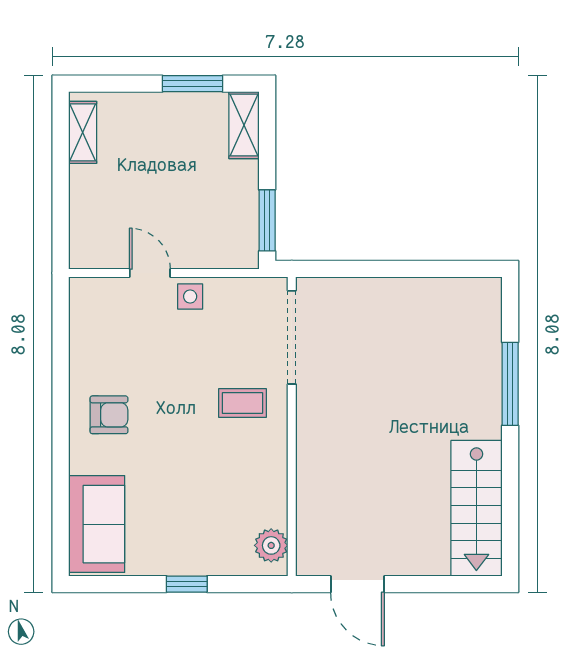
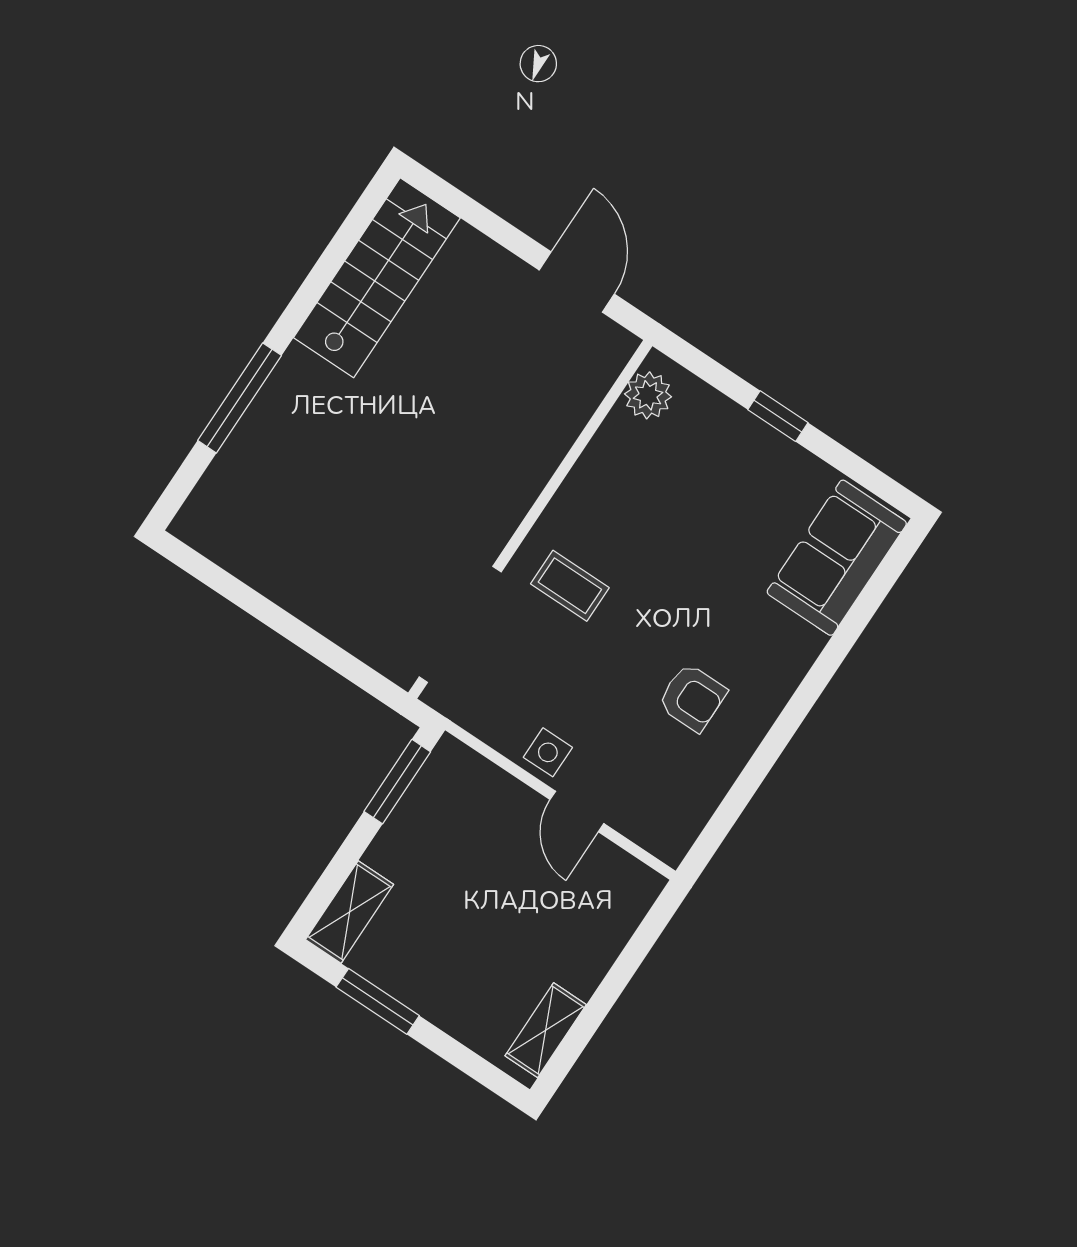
armchair: (109, 415) -> (692, 698), moved, turned 180

